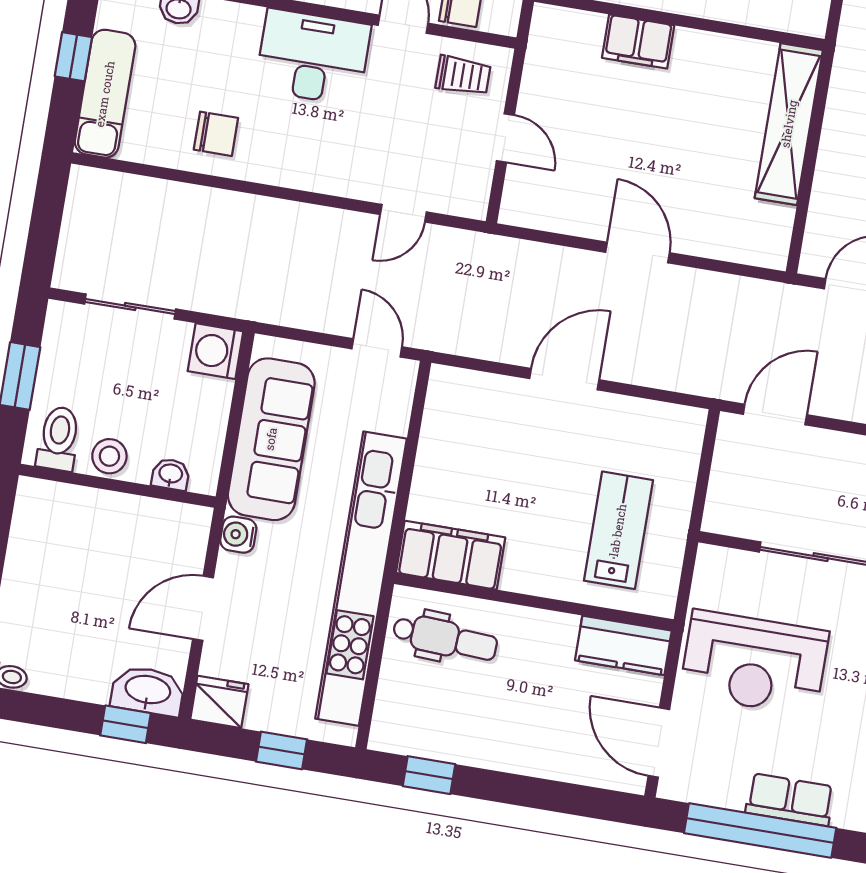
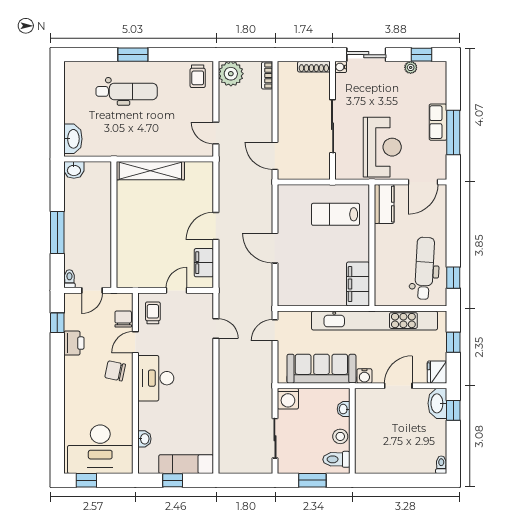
filing cabinet: (638, 42) -> (204, 263), moved, turned 180
chair: (216, 134) -> (195, 414), removed
door: (203, 608) -> (398, 386), swing flipped
dental chair: (445, 638) -> (425, 268), moved, width x1.36, depth x1.38
window: (760, 831) -> (453, 133), width x0.68

